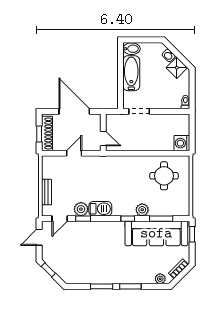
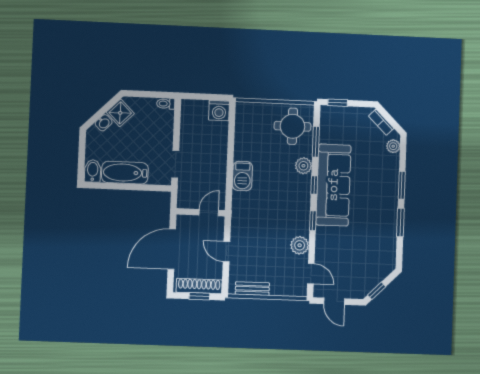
round table: (164, 176) -> (292, 126), moved
bench: (47, 192) -> (252, 289), moved
barbecue: (100, 209) -> (242, 176), moved, turned 180
window: (83, 219) -> (313, 221), moved
sofa: (156, 233) -> (333, 185), moved

